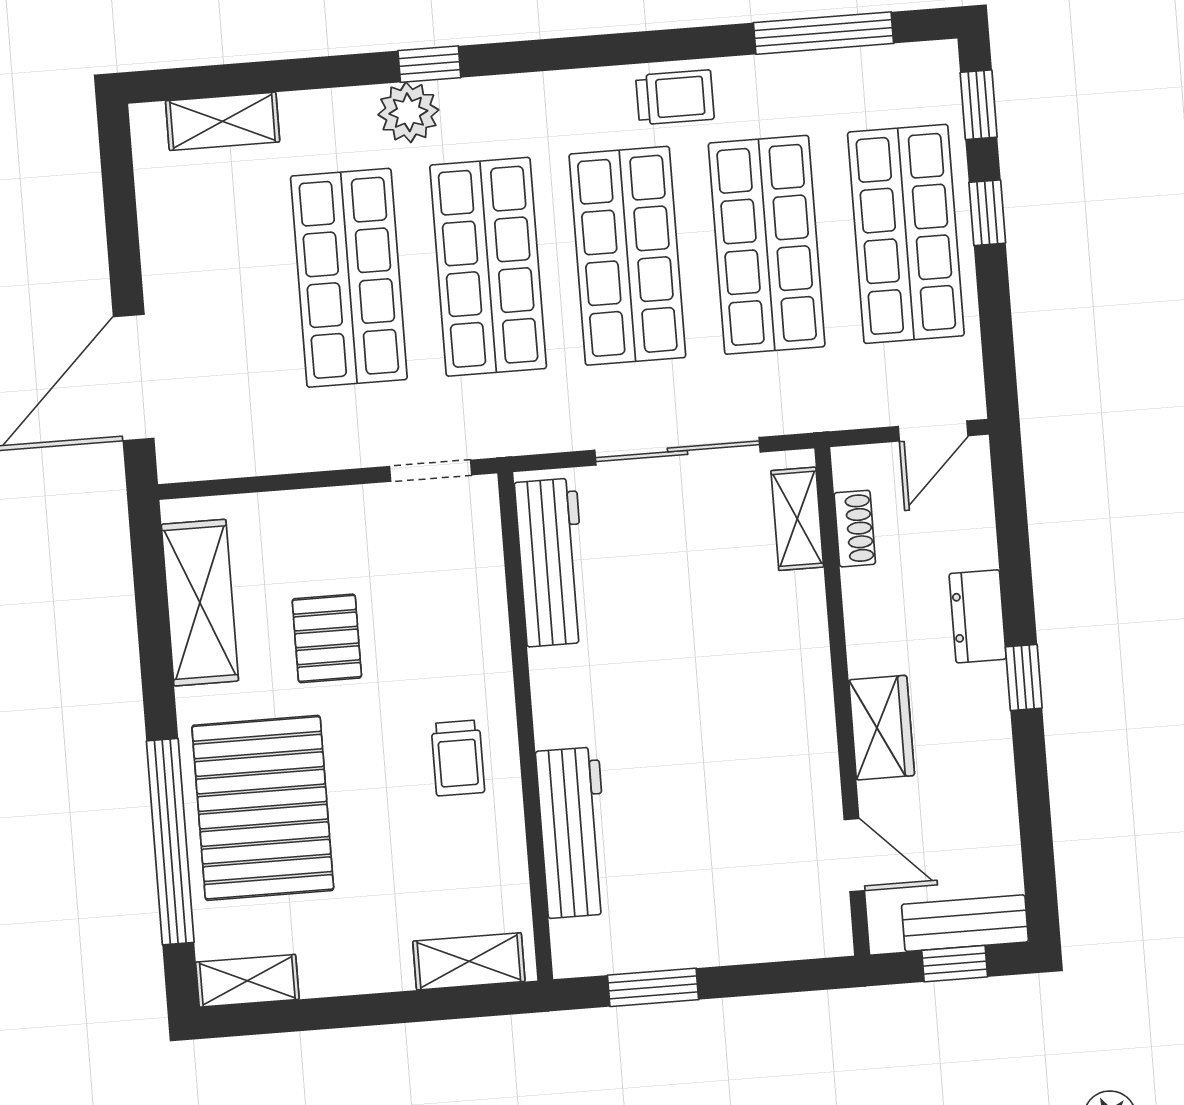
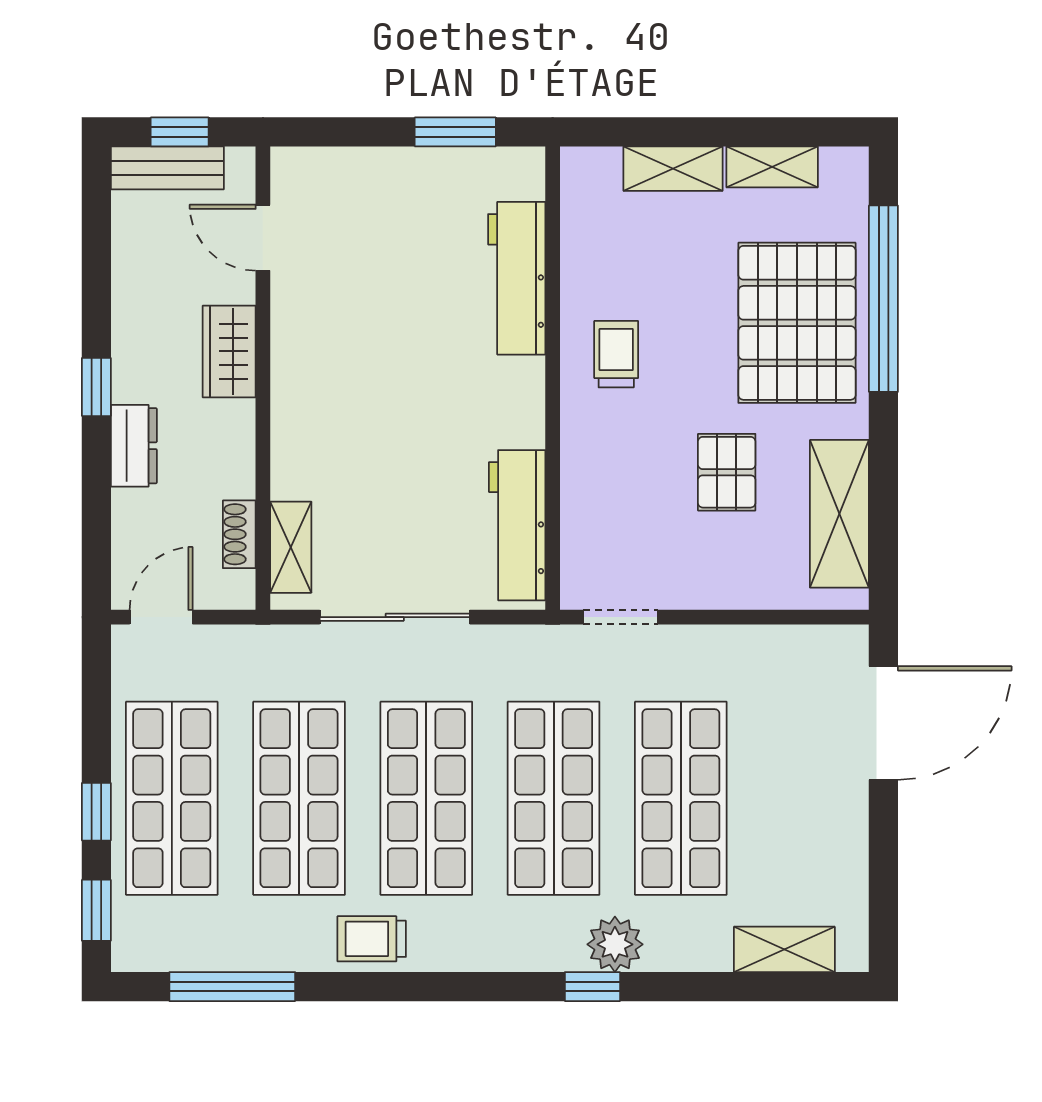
shelving: (469, 961) -> (673, 169), moved
shelving: (247, 981) -> (772, 167), moved

